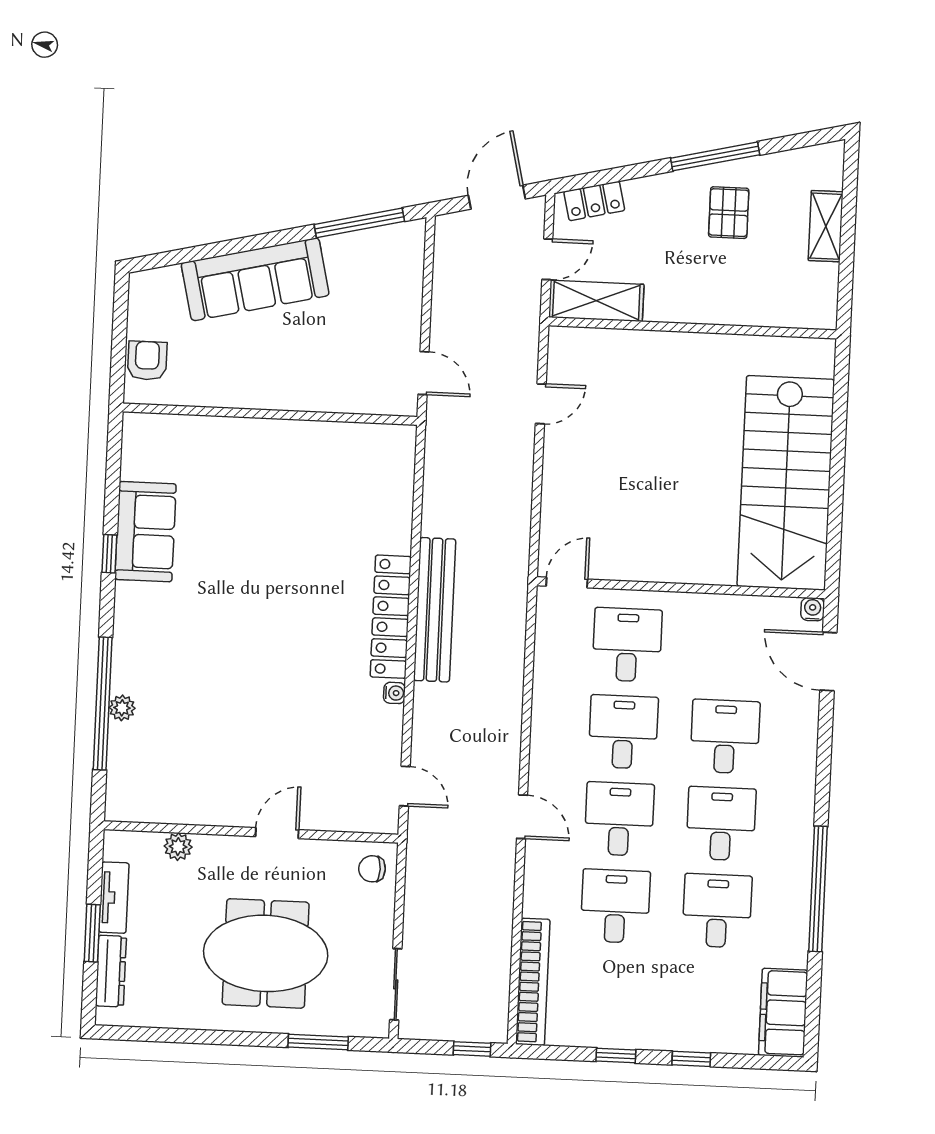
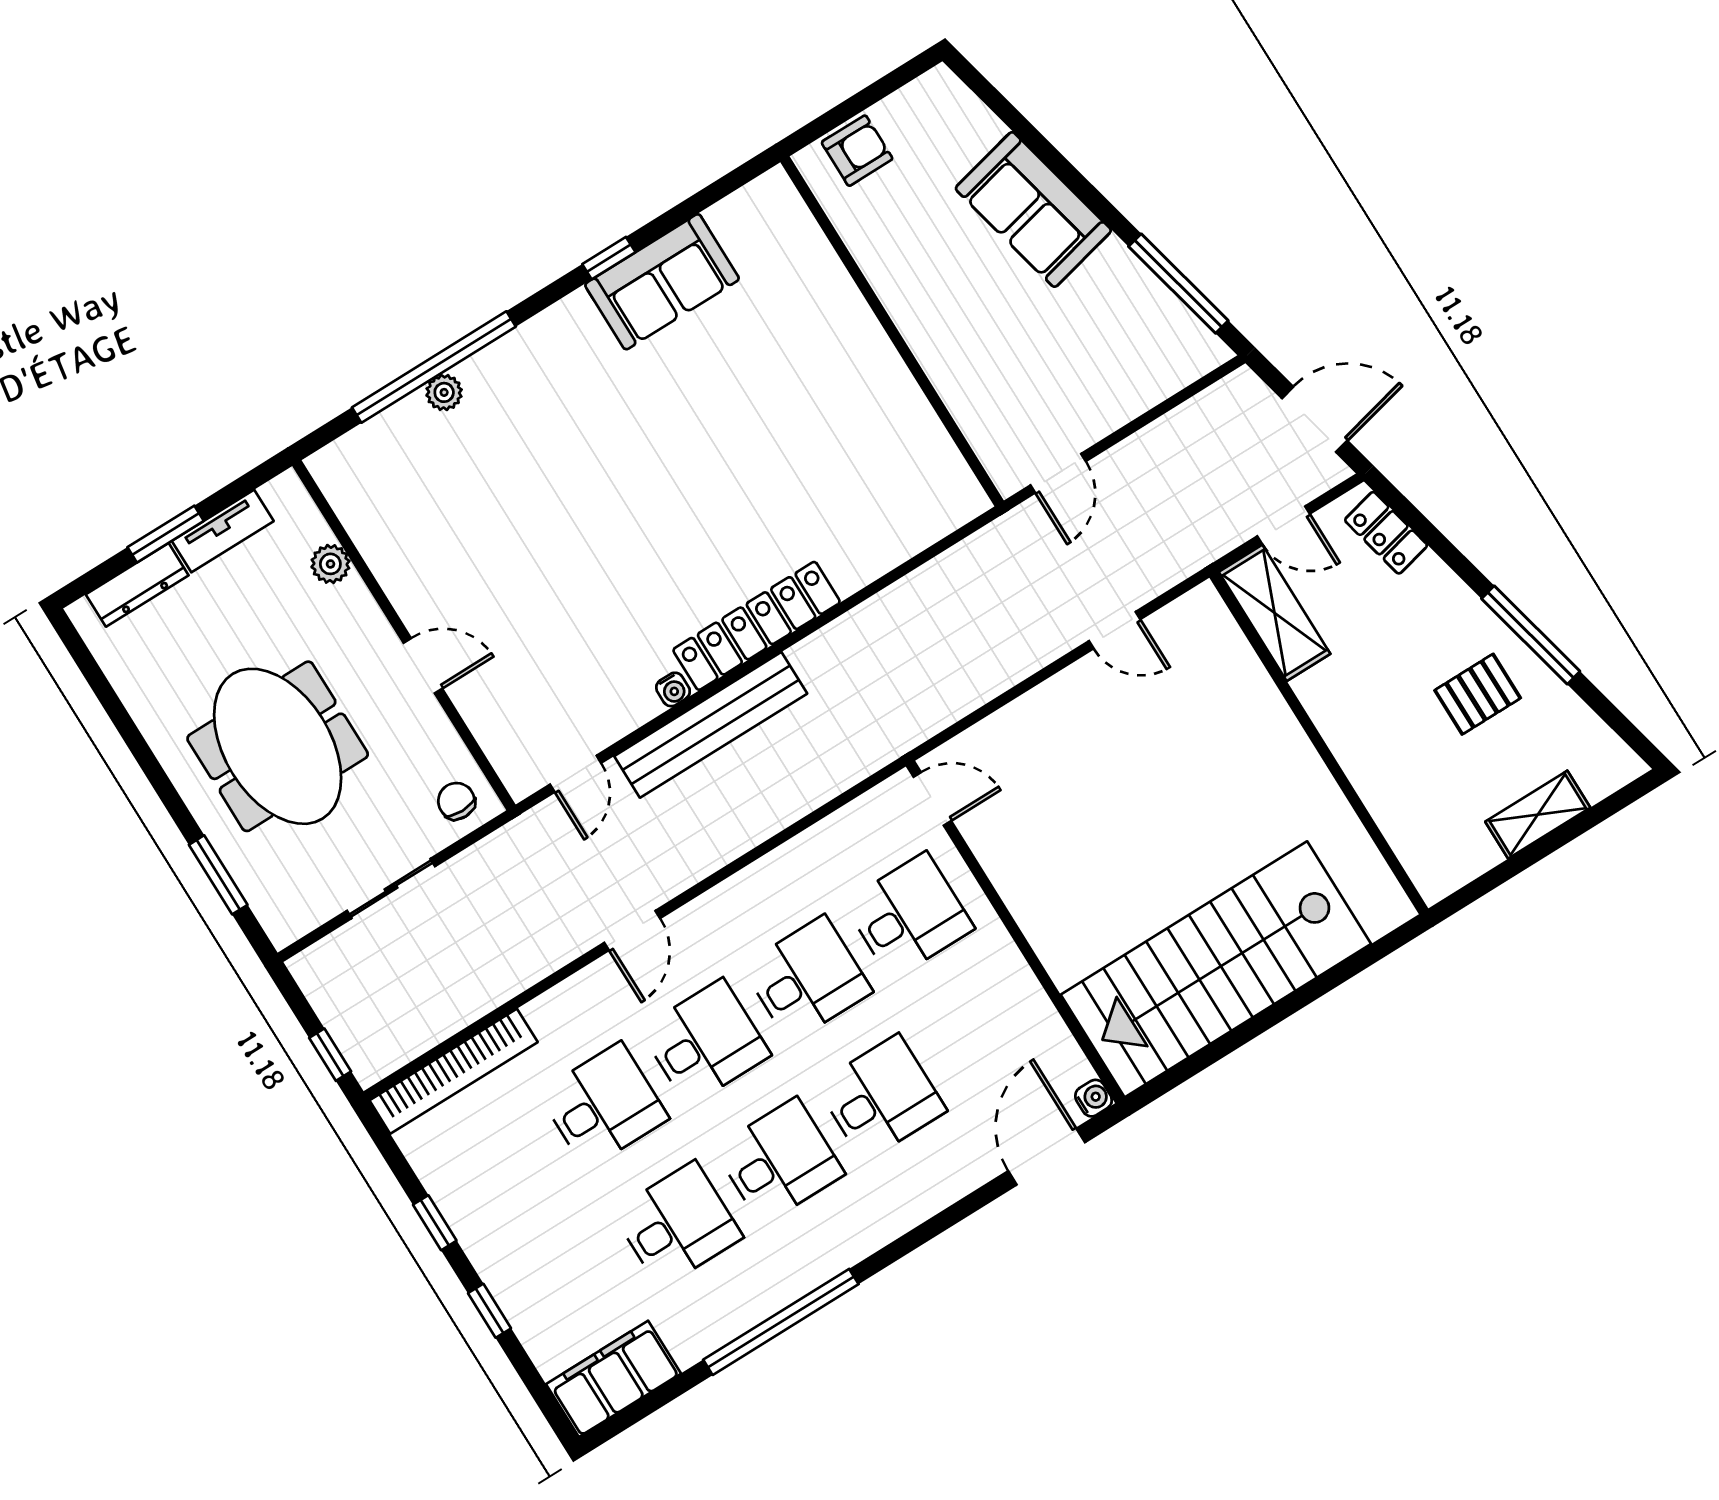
sofa: (255, 279) -> (1033, 209), width x0.73
bench: (435, 610) -> (711, 725), moved
sliding door: (396, 984) -> (391, 889), moved

